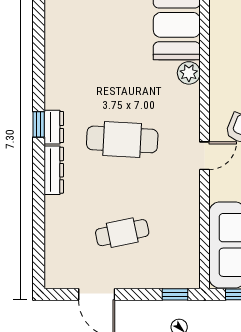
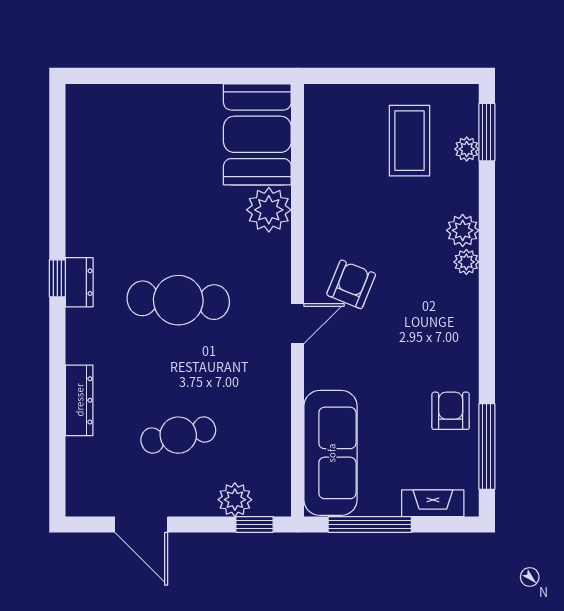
plant: (189, 73) -> (269, 210), width x1.36, depth x1.36
dresser: (54, 170) -> (79, 400), moved
plant: (161, 277) -> (235, 500), added

